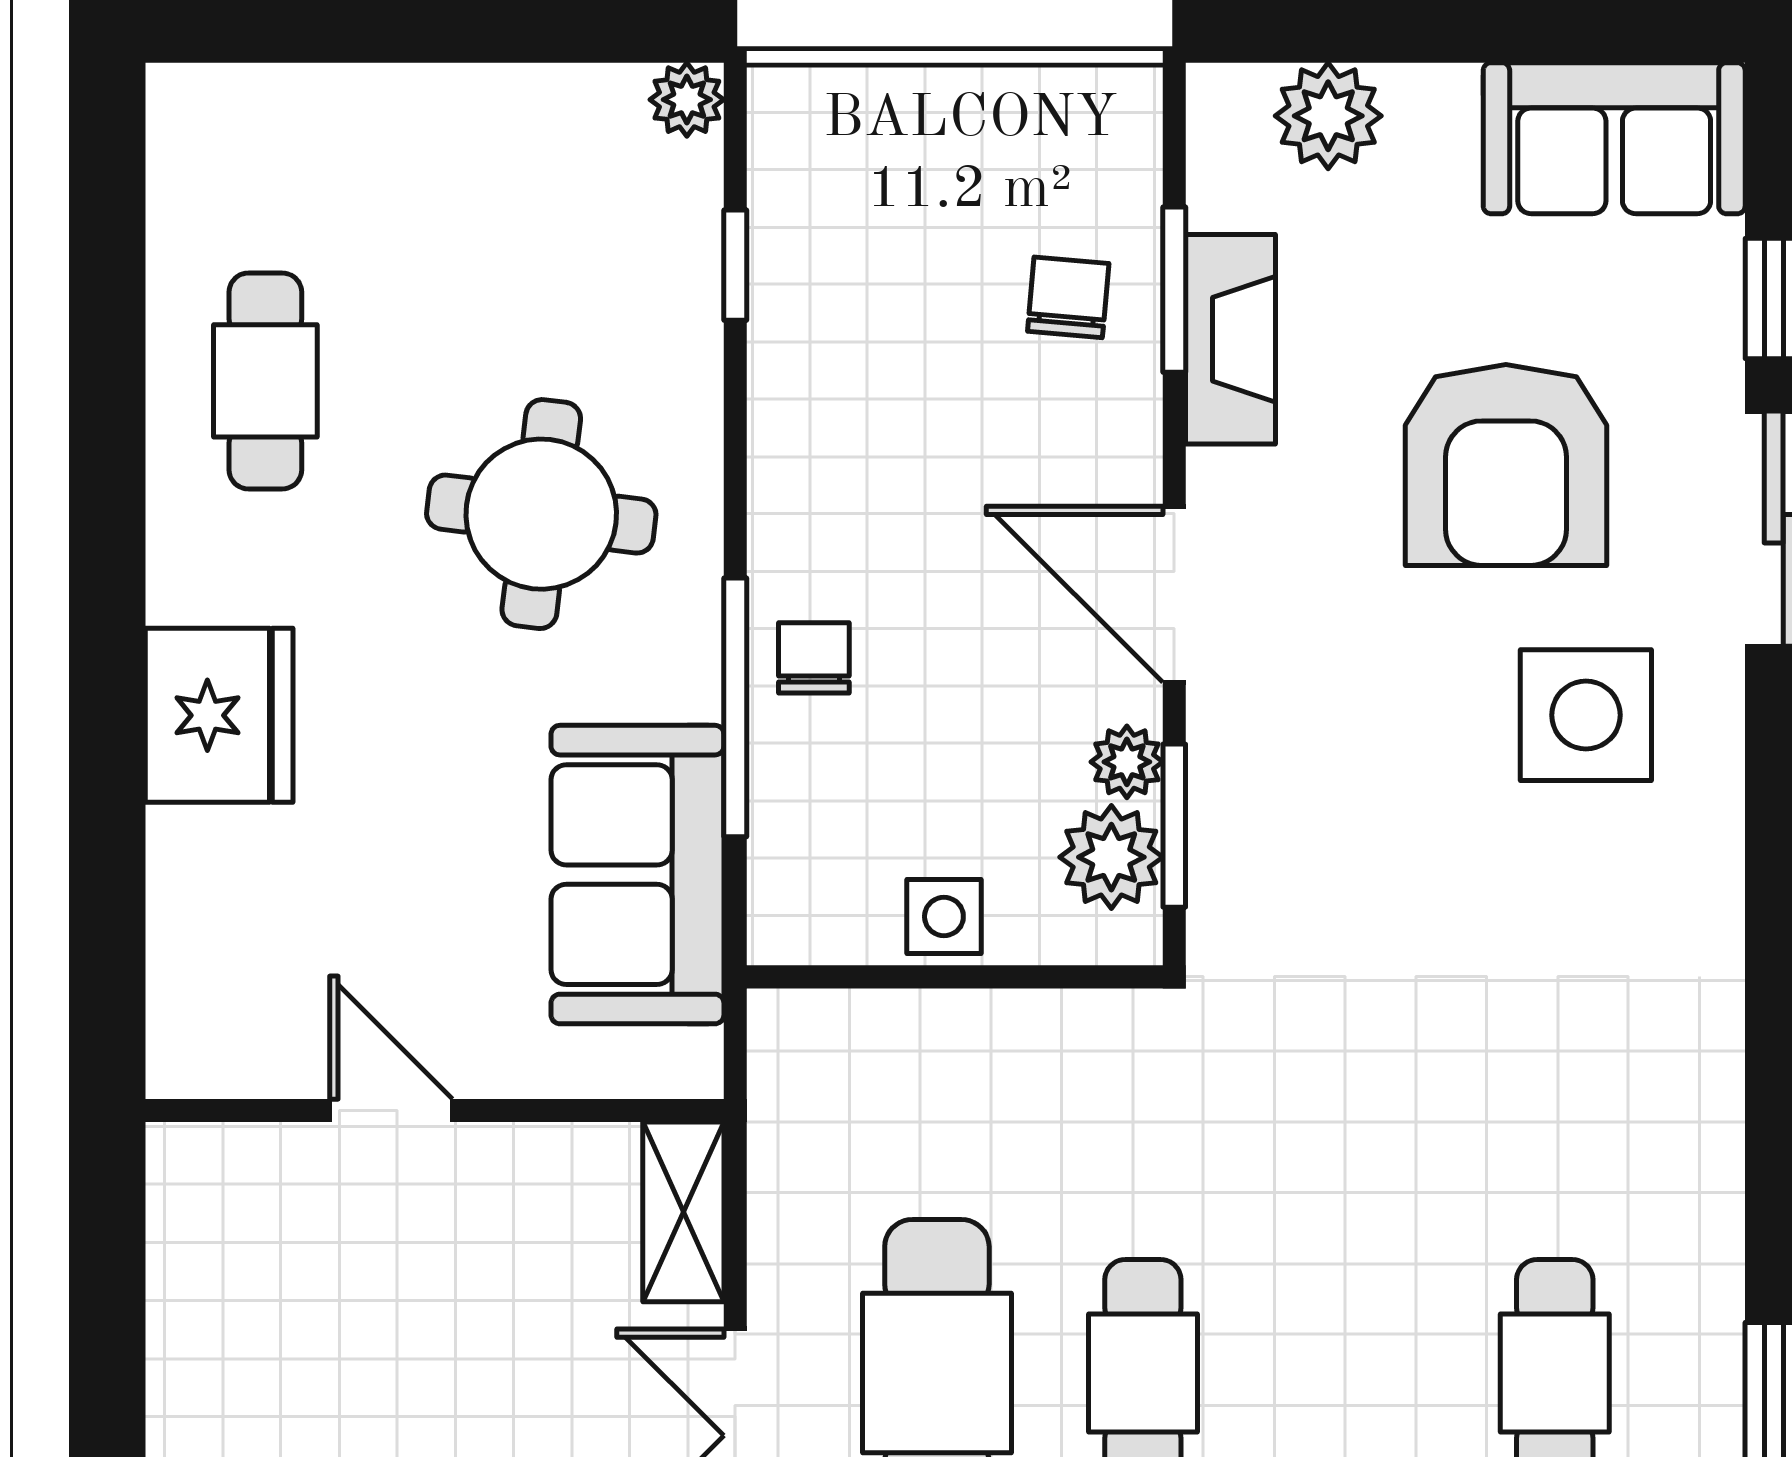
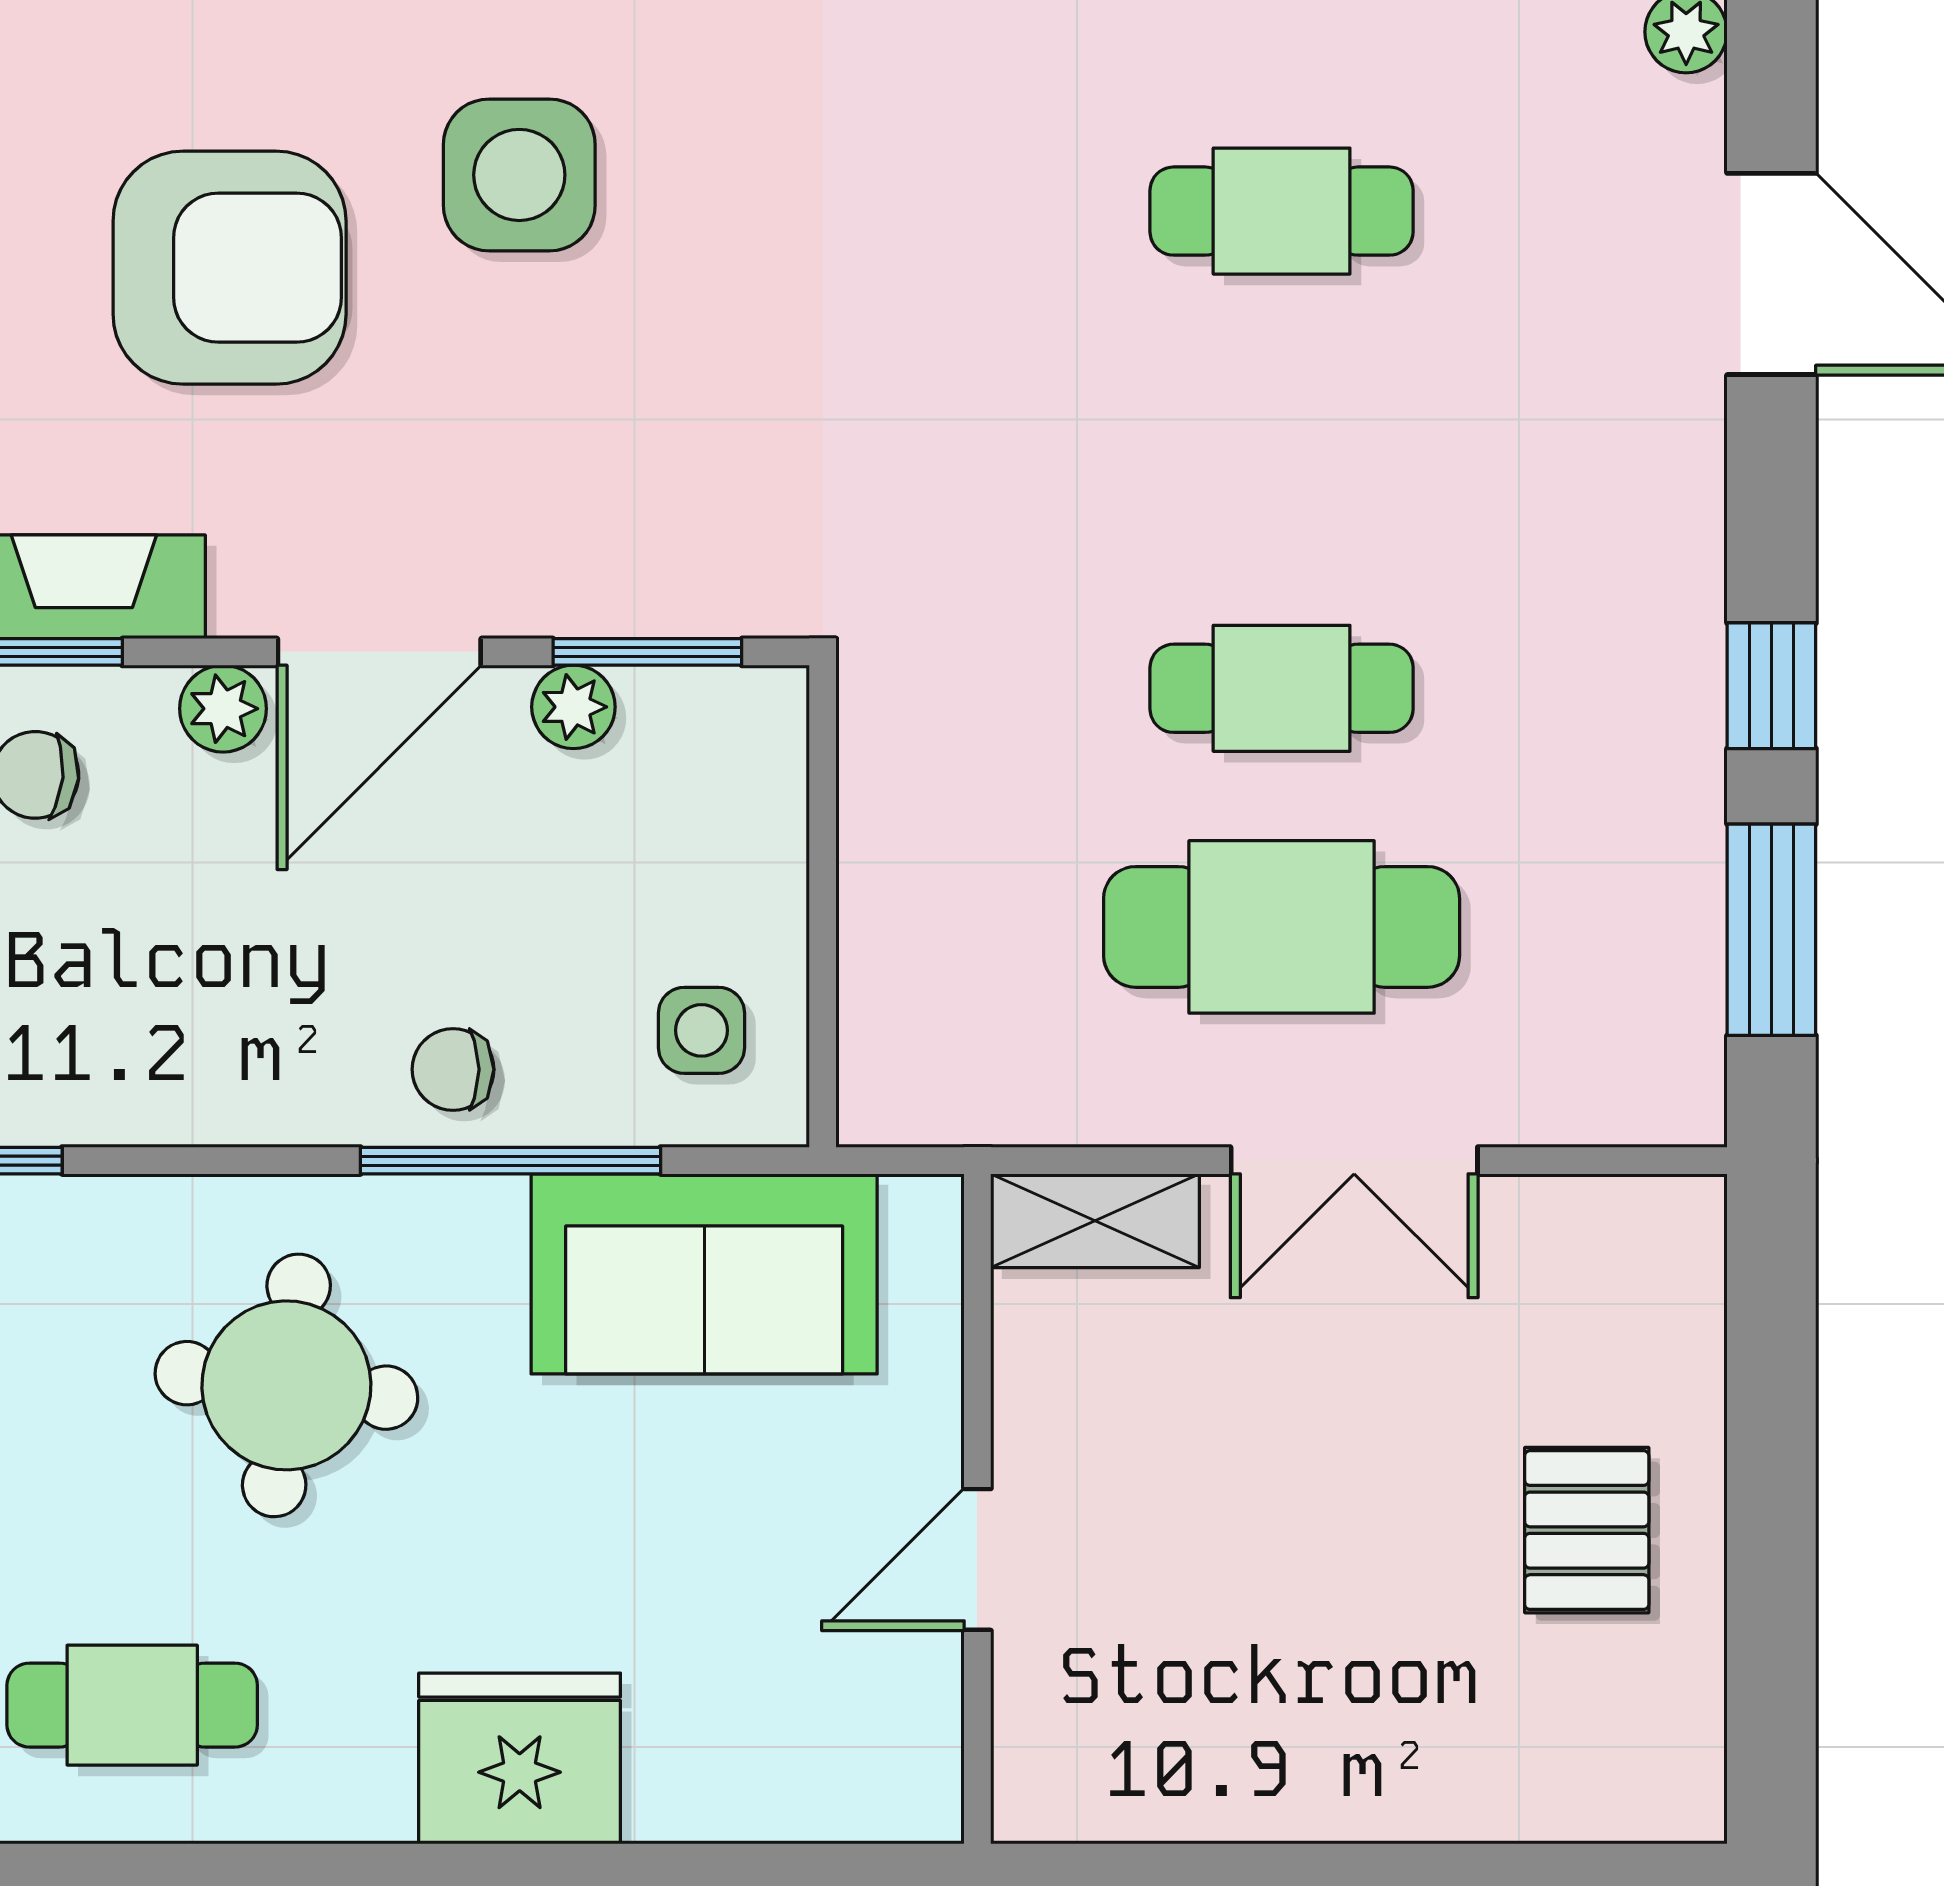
plant: (1111, 857) -> (223, 709), moved, width x0.73, depth x0.73
side table: (944, 917) -> (701, 1030), moved

